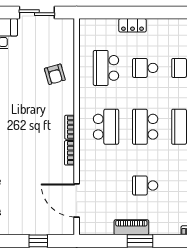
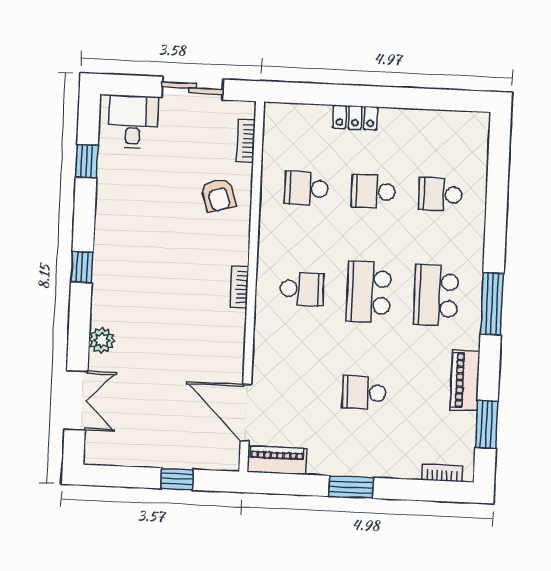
school desk: (106, 68) -> (306, 188), width x0.54
school desk: (106, 127) -> (302, 289), width x0.54
bookcase: (69, 153) -> (246, 141), moved
piano: (131, 227) -> (277, 460), moved

